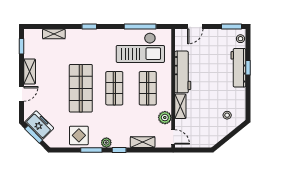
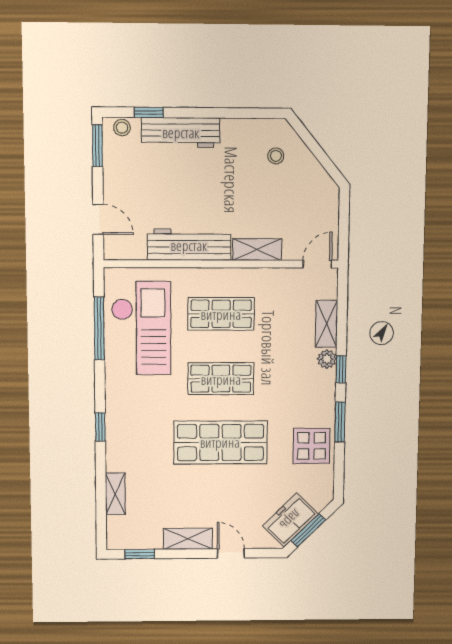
window: (248, 68) -> (149, 112), moved
plant: (165, 118) -> (279, 280), removed
plant: (106, 143) -> (327, 359), moved

